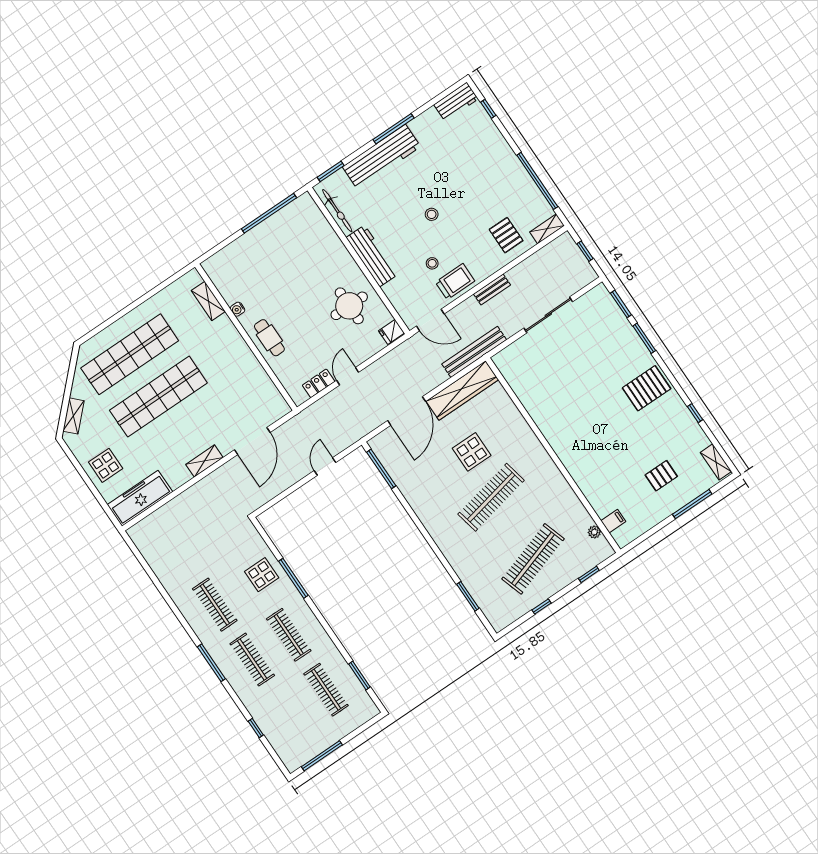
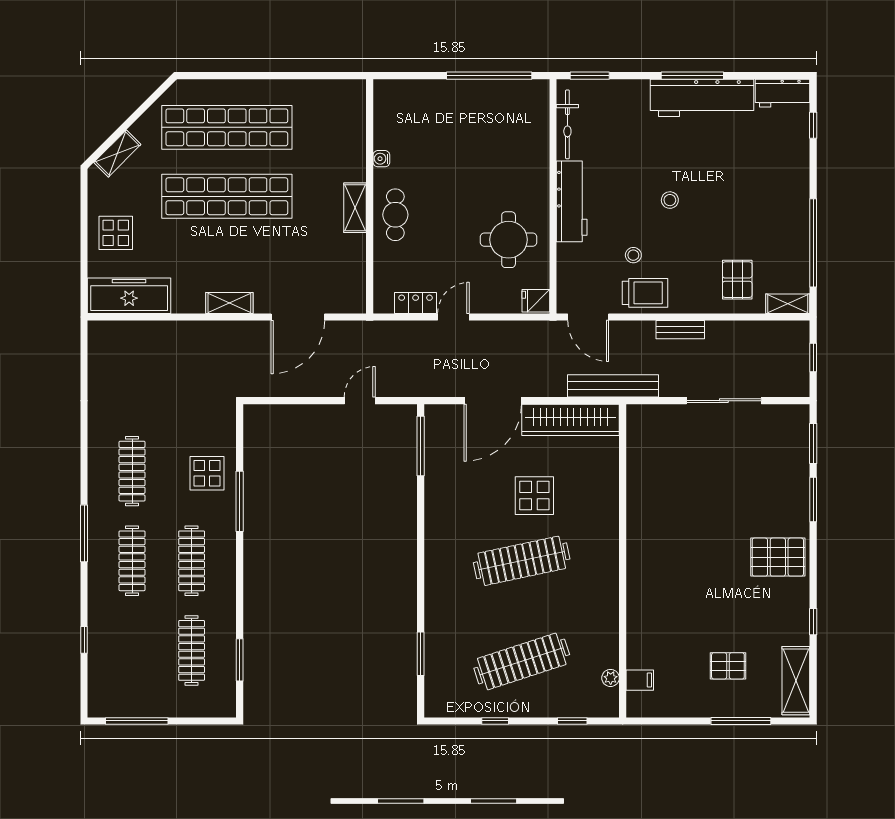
workbench: (381, 157) -> (702, 98), moved
shelving: (208, 301) -> (355, 208), moved
shelving: (716, 462) -> (796, 681), width x1.50, depth x1.33

